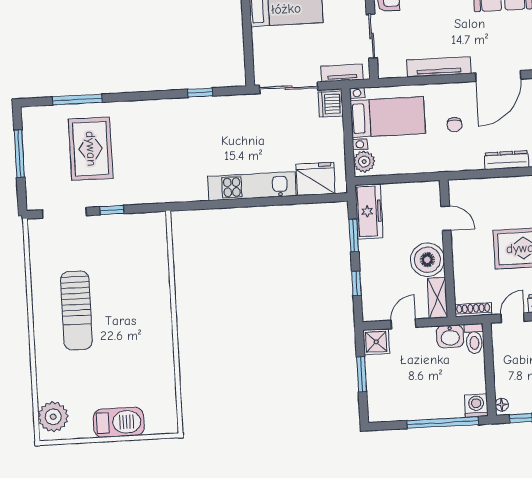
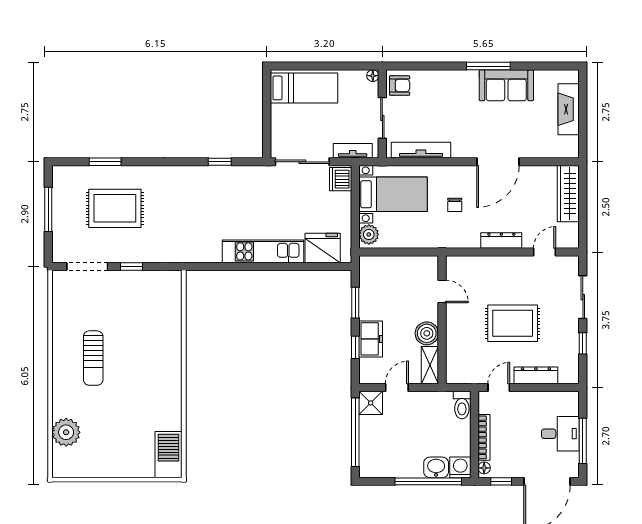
tv unit: (439, 67) -> (421, 150), moved
window: (77, 100) -> (105, 162), width x0.69
rug: (91, 149) -> (115, 208), turned 90
freezer: (369, 211) -> (371, 339), moved, width x0.71
boiler: (427, 260) -> (427, 333), width x0.73, depth x0.73
sun lounger: (76, 310) -> (93, 358), width x0.73, depth x0.75
shoe rack: (473, 310) -> (463, 378), removed
washbasin: (450, 336) -> (436, 467), moved, turned 180
bookcase: (500, 372) -> (484, 437), added
window: (362, 374) -> (355, 432), width x2.11
plant: (53, 417) -> (66, 432), moved
barbecue: (119, 422) -> (168, 455), moved, turned -90

